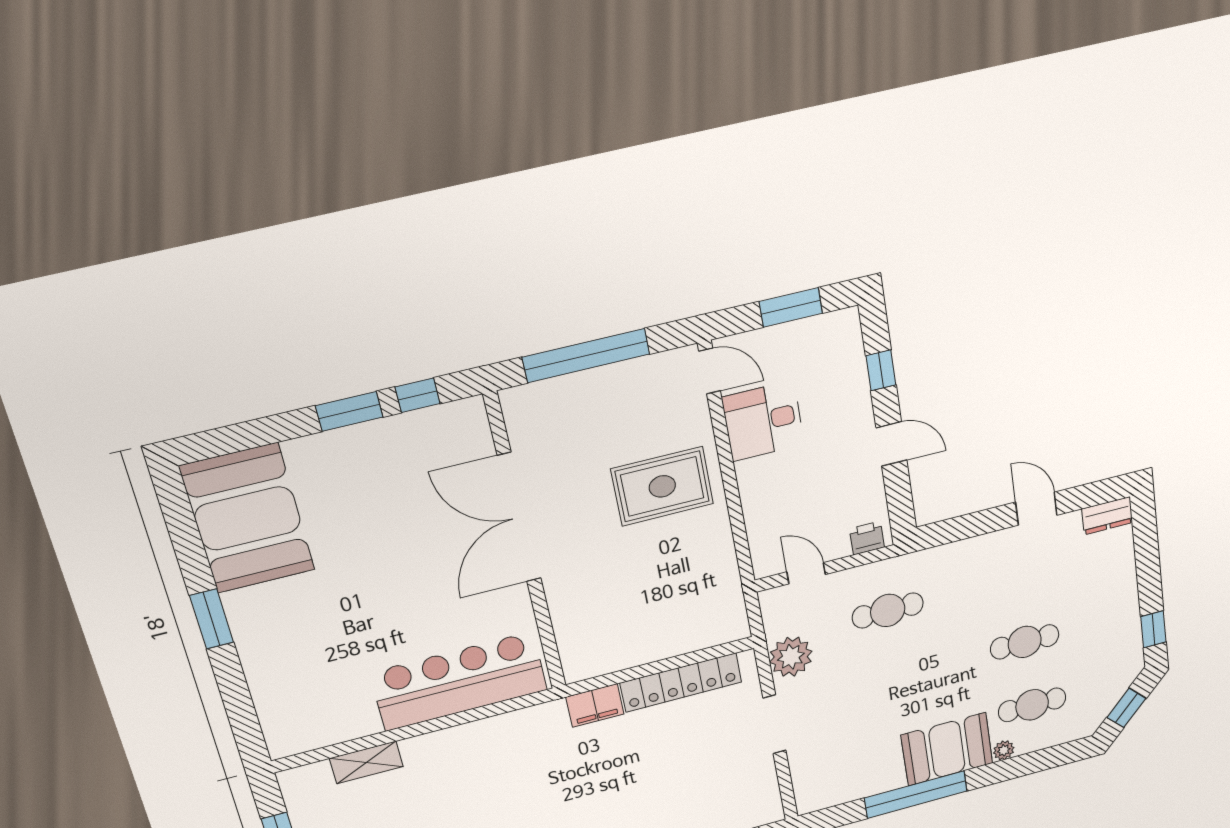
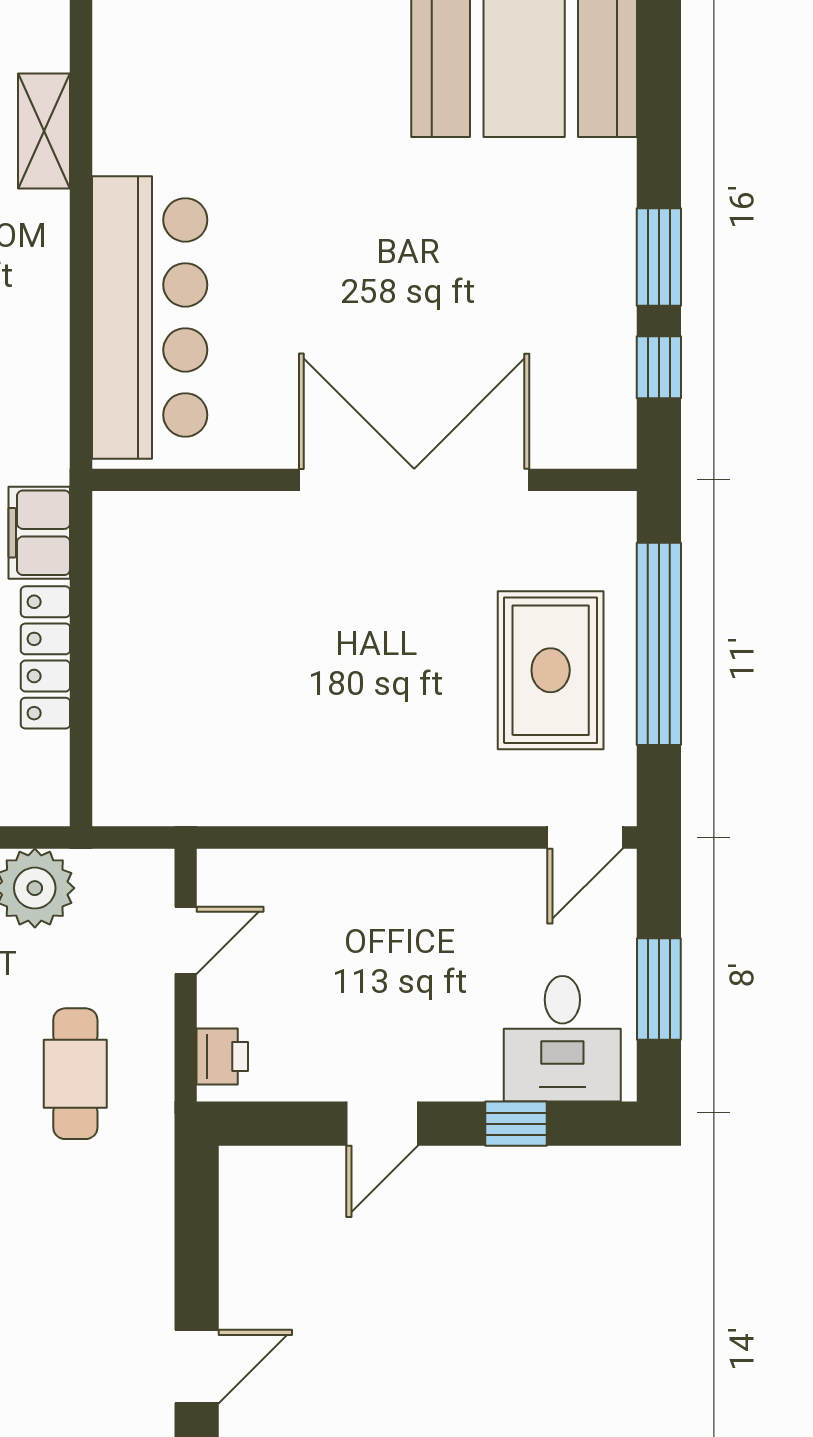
desk: (763, 421) -> (562, 1039), moved, turned 180
rug: (662, 486) -> (551, 670), moved
locker: (681, 682) -> (45, 657), width x0.71, depth x0.83

